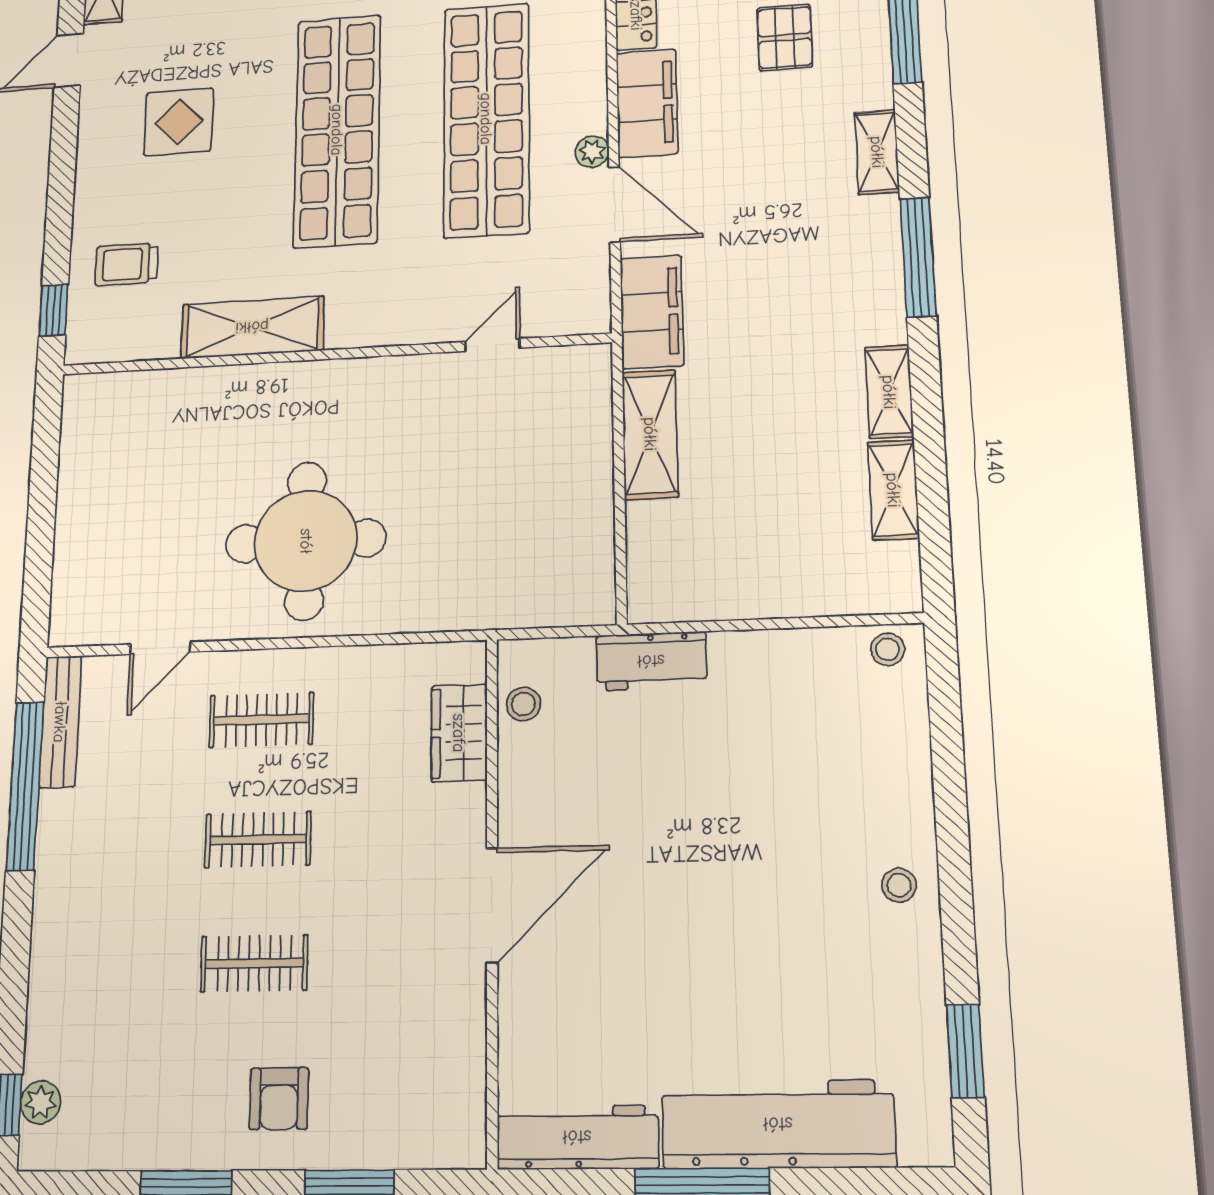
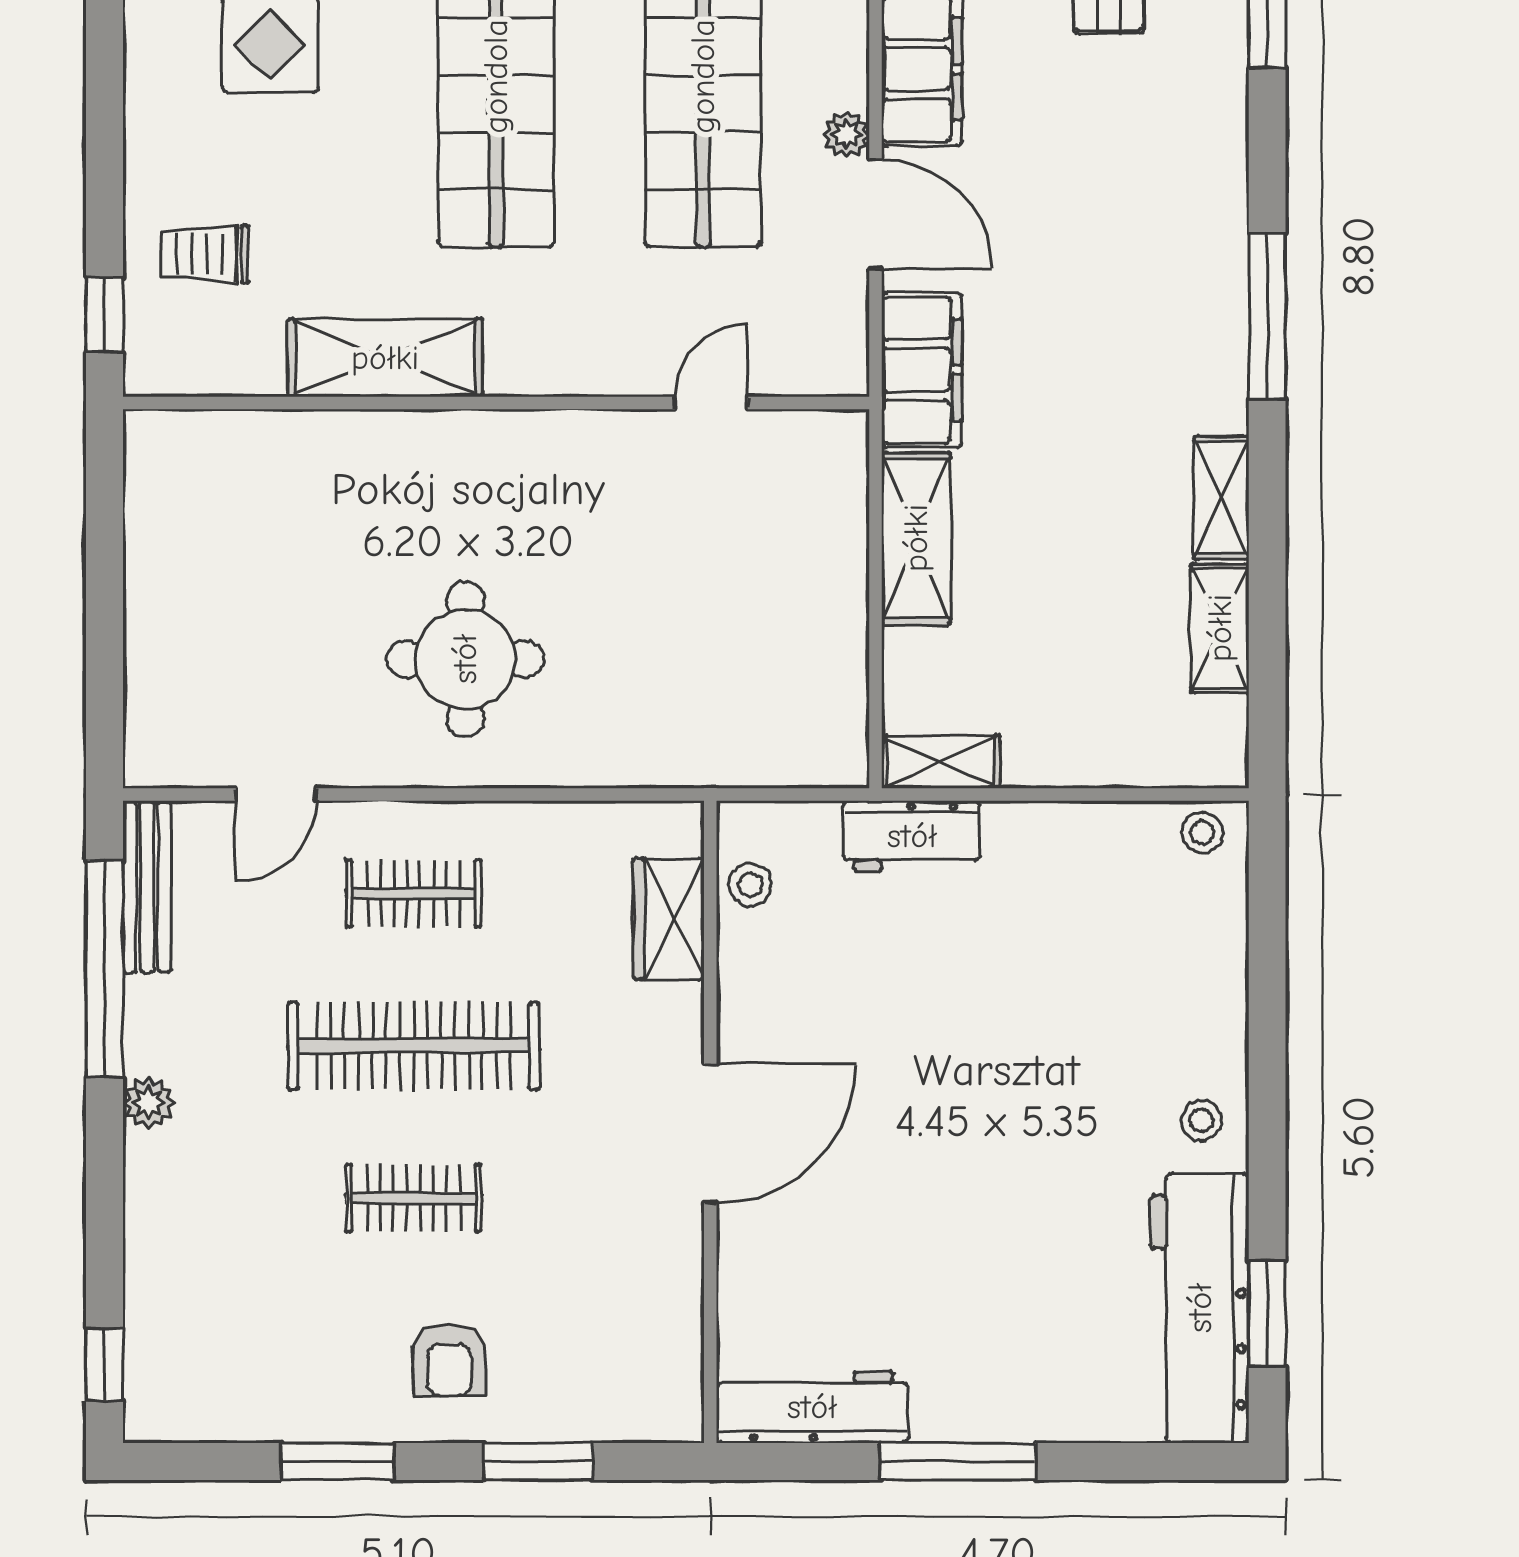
shelving: (877, 152) -> (941, 762), moved, turned 90
round table: (306, 541) -> (465, 659), width x0.73, depth x0.73
clothes rail: (258, 840) -> (413, 1046), width x1.86, depth x1.31
plant: (40, 1102) -> (148, 1103), moved
workbench: (778, 1124) -> (1200, 1308), moved, turned -90

